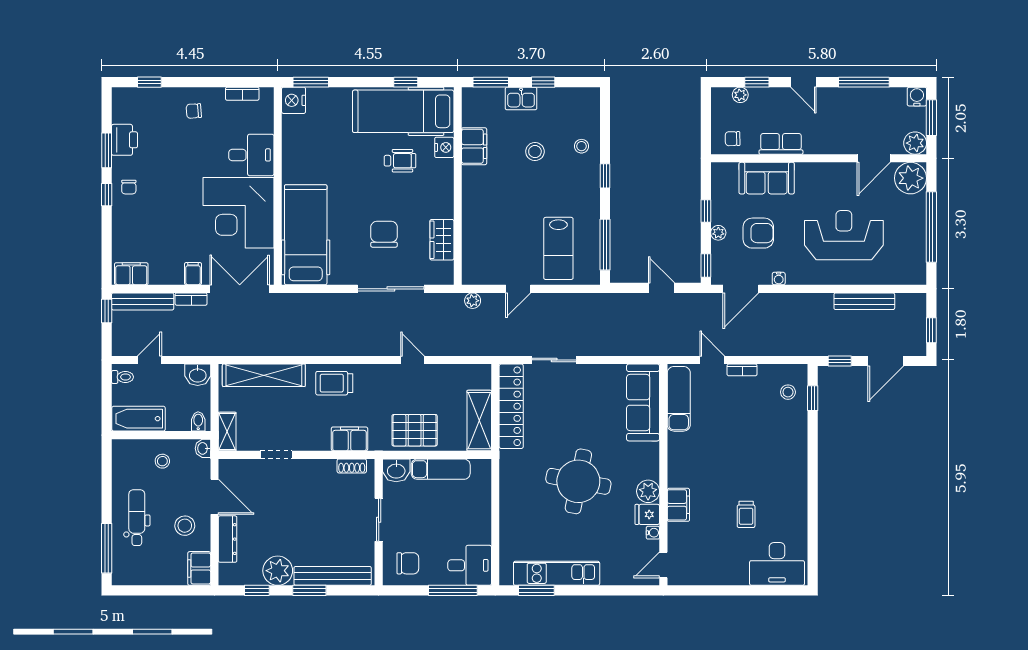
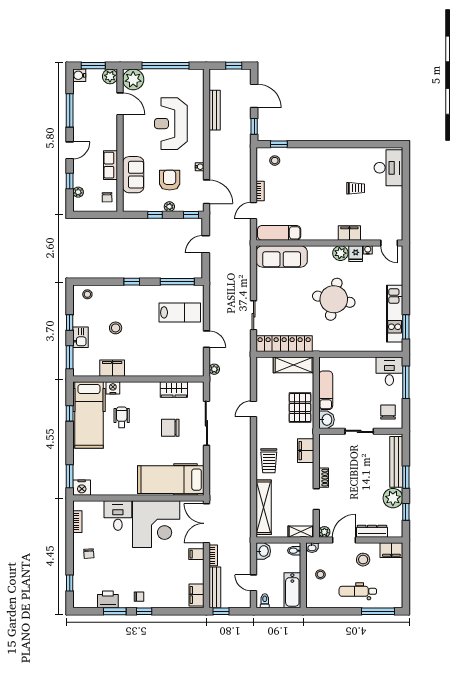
stool: (581, 146) -> (87, 294), moved
shoe rack: (352, 466) -> (324, 478), moved
plant: (227, 467) -> (324, 532), added

